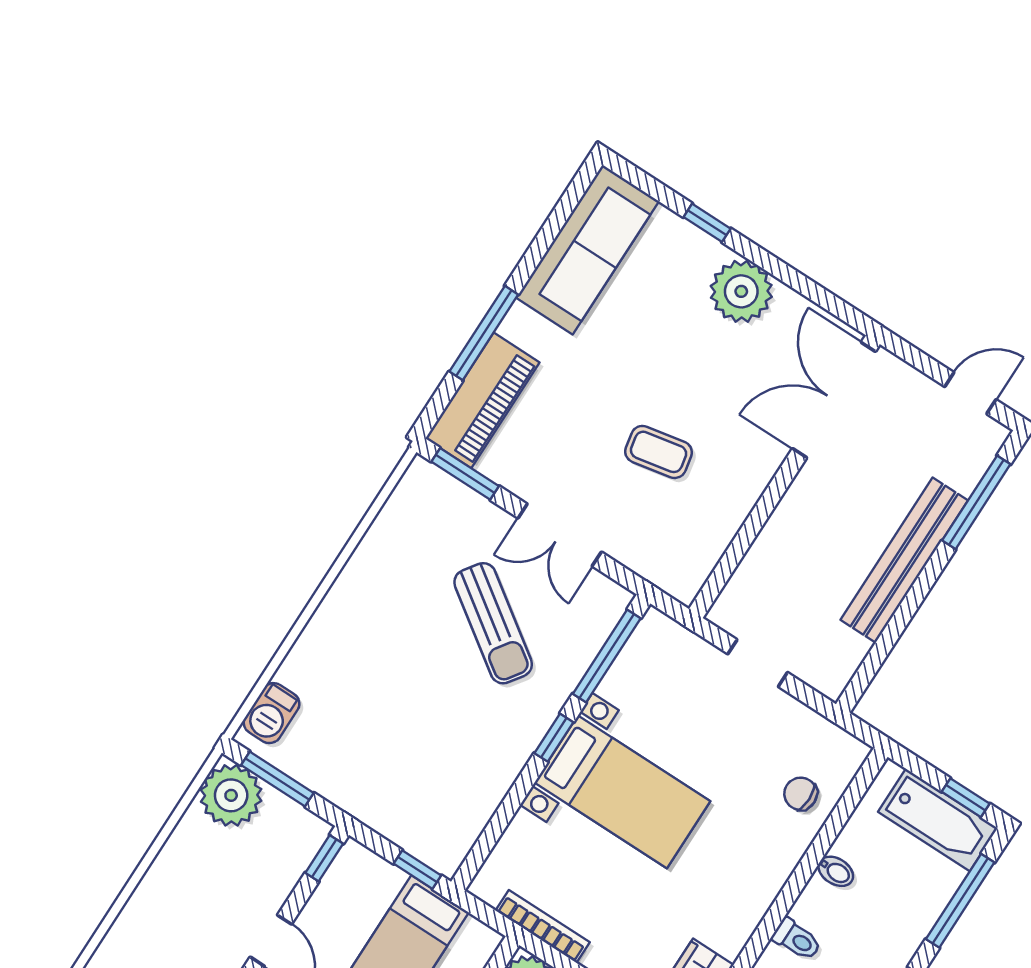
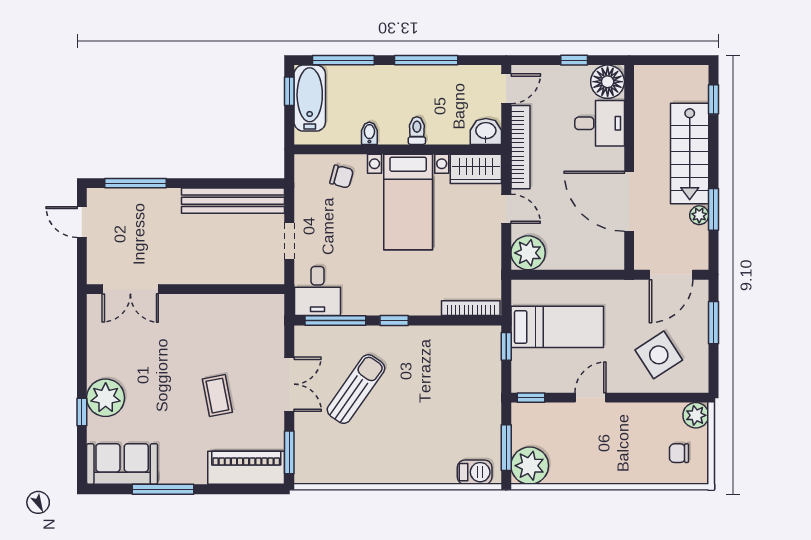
sofa: (588, 250) -> (122, 464), width x0.73
plant: (741, 291) -> (106, 398), moved
window: (484, 333) -> (163, 489), moved
double door: (834, 400) -> (130, 289), width x0.73
coffee table: (659, 452) -> (217, 396), moved
bench: (904, 560) -> (233, 201), moved
desk: (664, 658) -> (317, 291), added
bed with nightstands: (622, 792) -> (408, 202), moved, turned 180
chair: (801, 794) -> (342, 177), turned -75
bookcase: (543, 926) -> (471, 308), moved, turned 90

